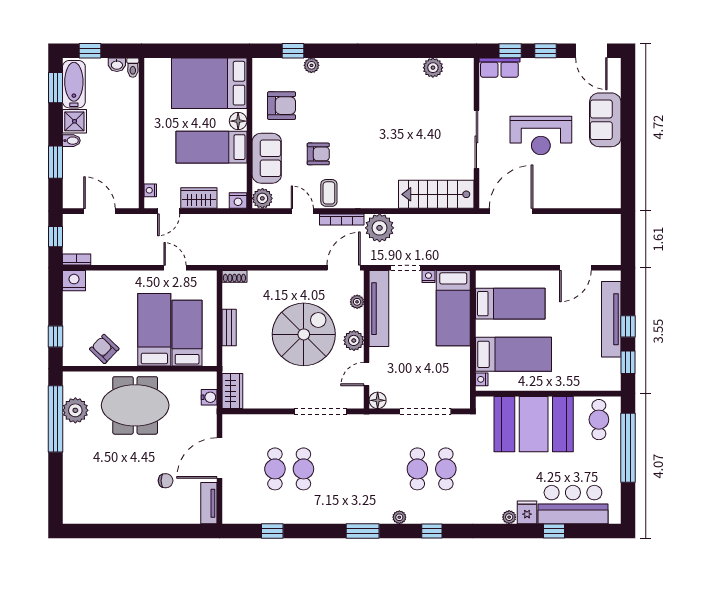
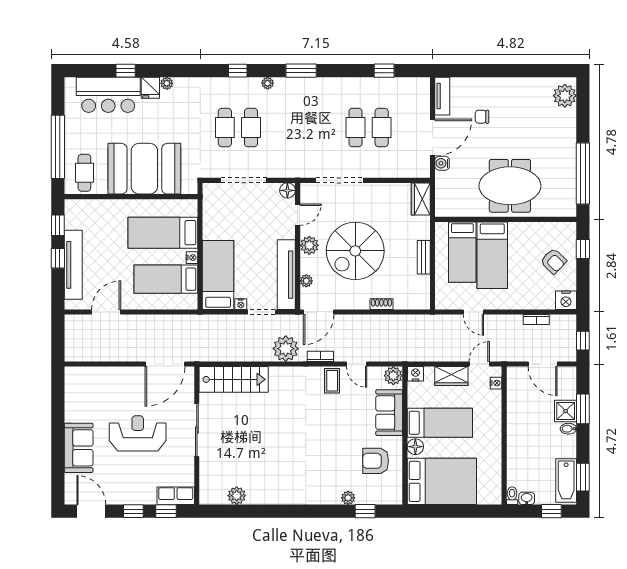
shower: (74, 121) -> (566, 411), moved
armchair: (318, 154) -> (342, 416), removed
bookcase: (342, 219) -> (320, 356), width x0.64
bookcase: (77, 260) -> (536, 320), moved
shoe rack: (234, 276) -> (381, 304), moved
armchair: (104, 349) -> (554, 261), moved
nightstand: (482, 379) -> (192, 258), moved
water cooler: (209, 397) -> (442, 163), moved
plant: (75, 410) -> (565, 96), moved

